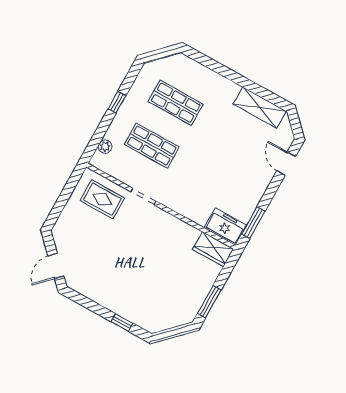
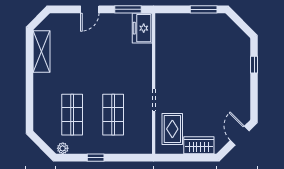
plant: (105, 147) -> (63, 148), moved
door: (286, 164) -> (90, 9), moved
wardrobe: (213, 249) -> (199, 145), moved, turned -90
door: (56, 266) -> (240, 136), swing flipped

